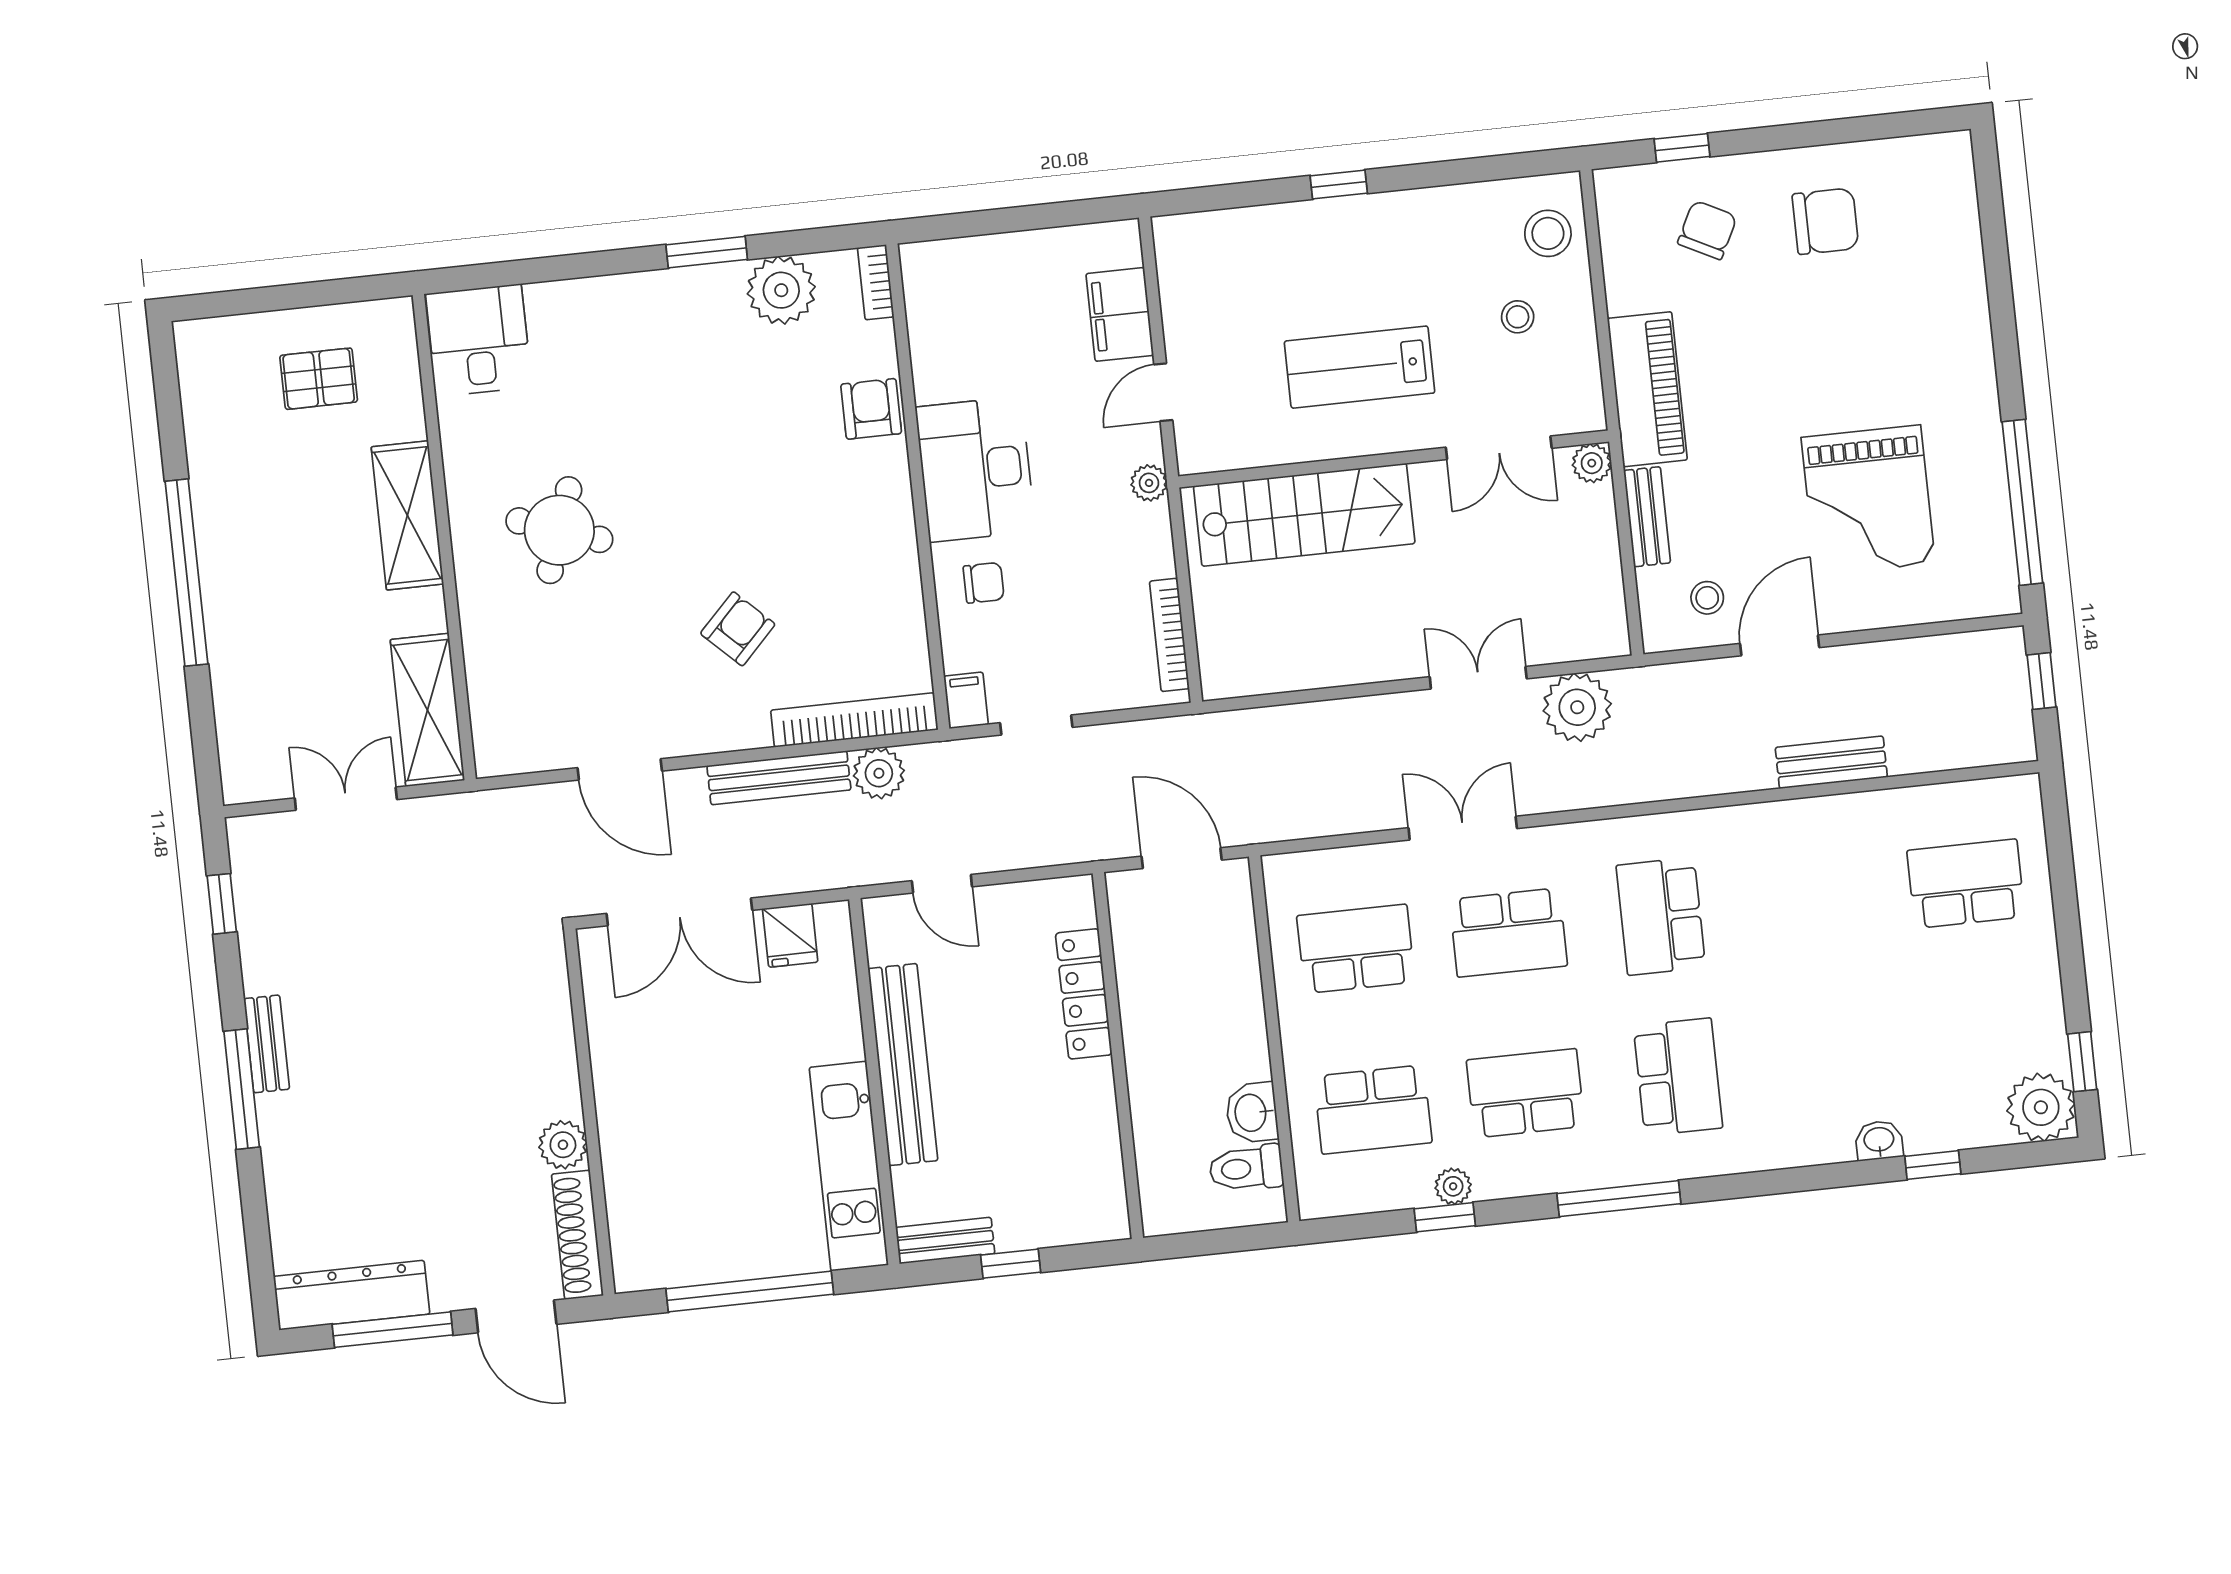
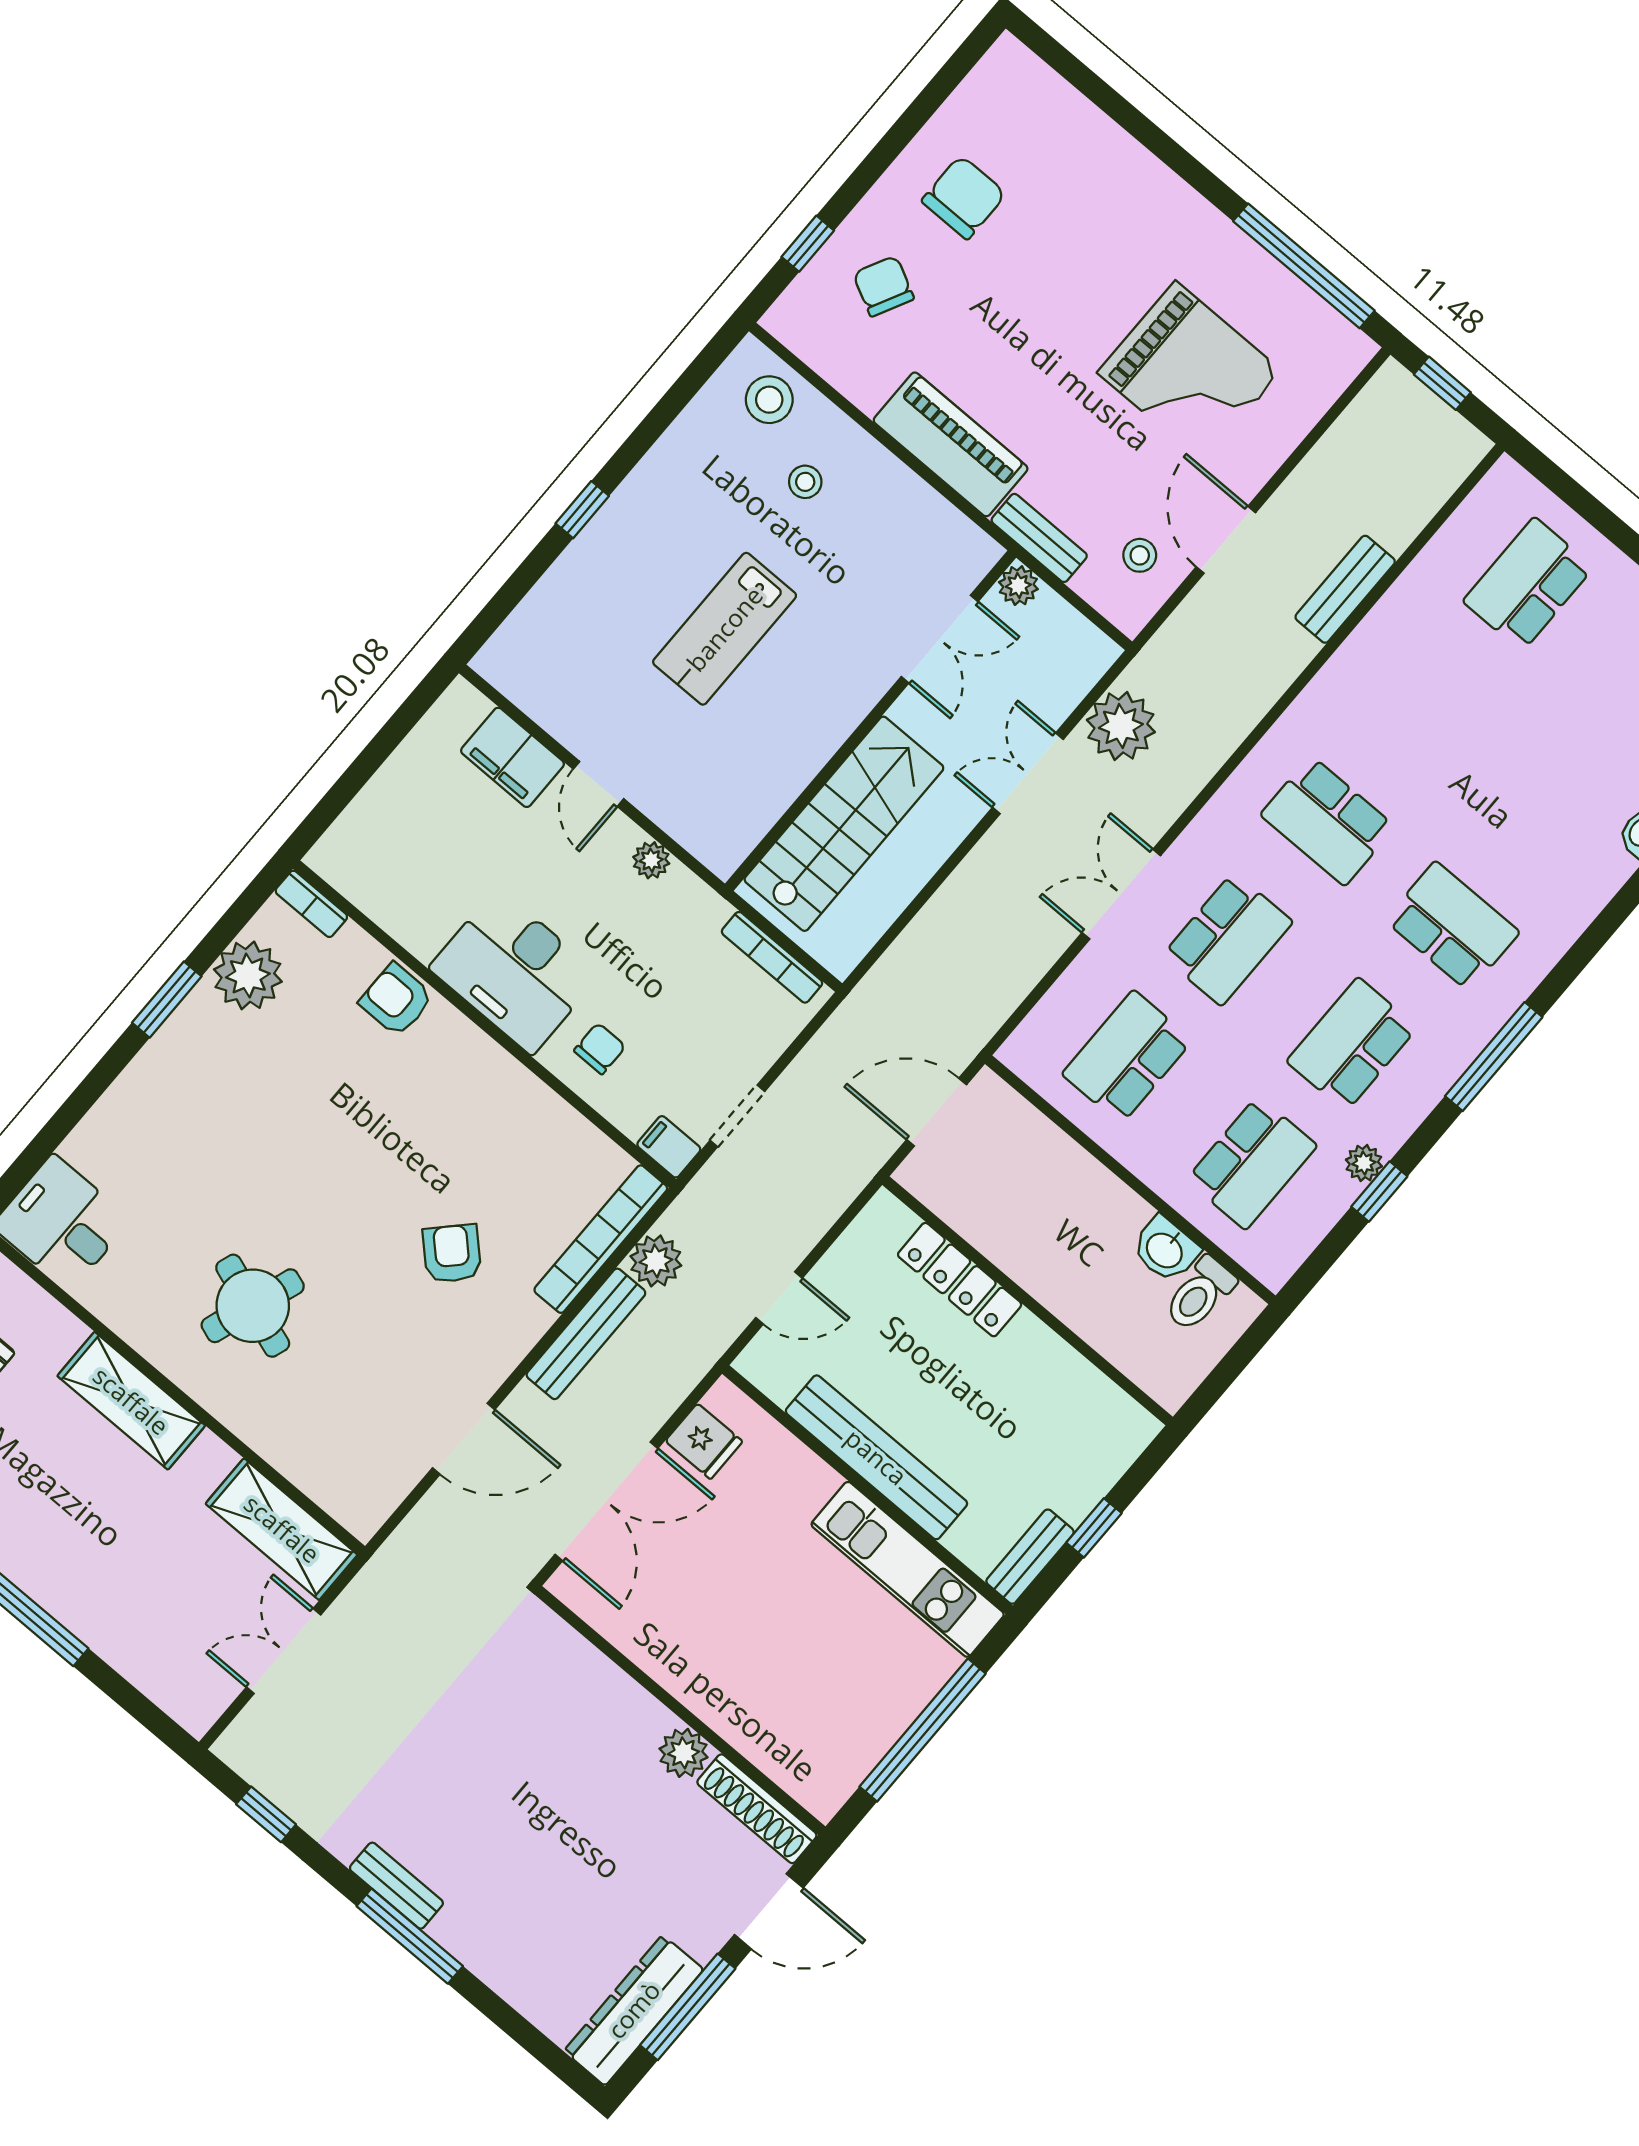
double door: (1499, 448) -> (940, 639), moved
wall: (1394, 459) -> (870, 721), moved
plant: (1592, 463) -> (1018, 586), moved
stairs: (1304, 515) -> (844, 824), moved

